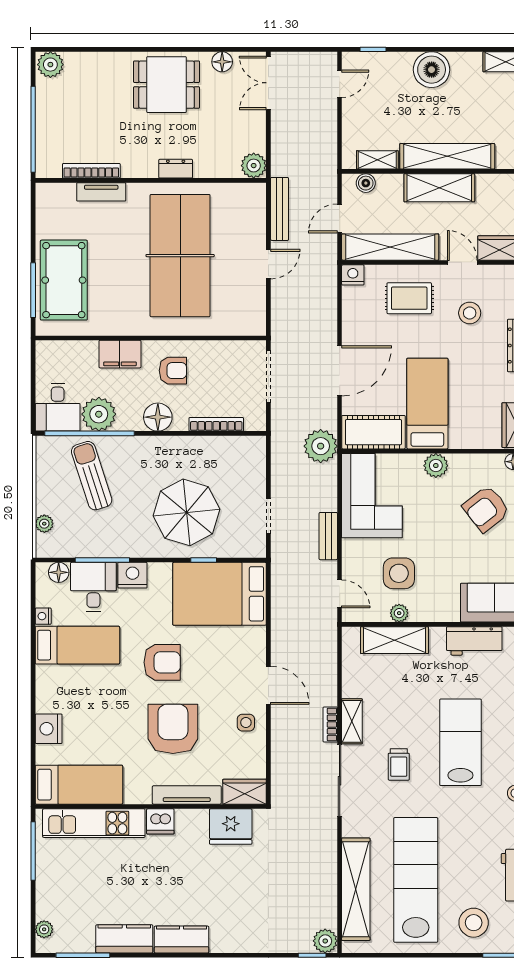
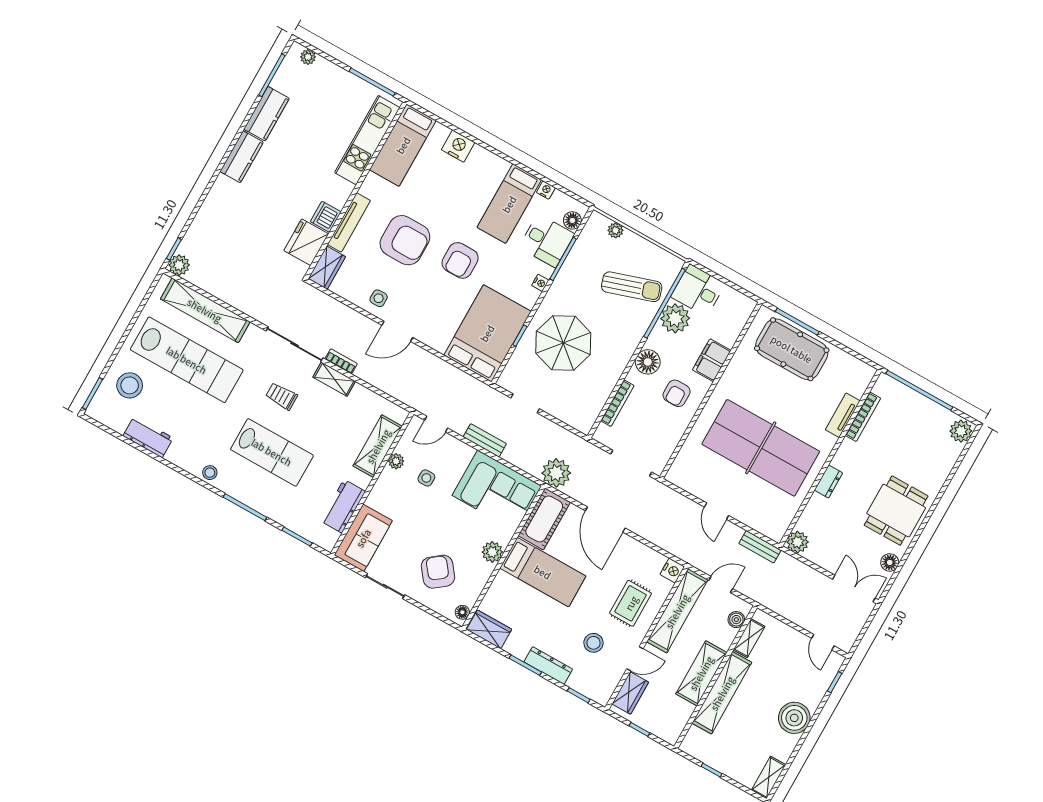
bench: (280, 209) -> (760, 547), width x0.73
door: (340, 219) -> (721, 585), hinge flipped
side table: (399, 573) -> (426, 478), width x0.54, depth x0.54
nightstand: (132, 575) -> (540, 283), width x0.53, depth x0.56
dishwasher: (160, 821) -> (326, 217), moved

